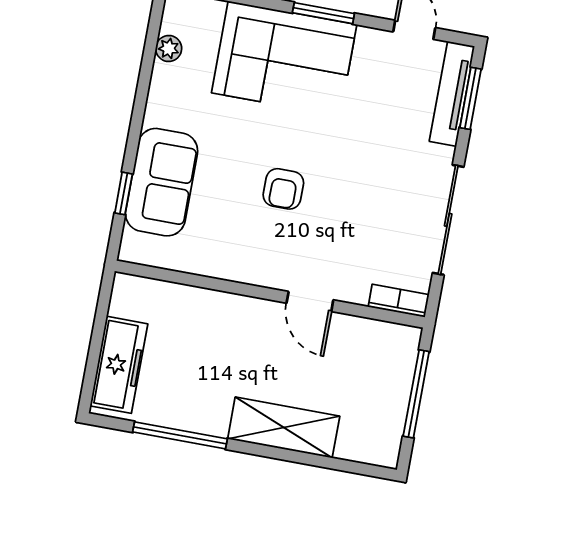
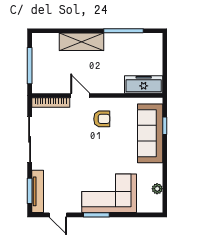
sofa: (162, 182) -> (150, 133), width x1.36
armchair: (283, 189) -> (102, 119), moved, turned 90
bookcase: (399, 301) -> (51, 103), width x1.56
freezer: (119, 365) -> (144, 85), moved, turned 90

